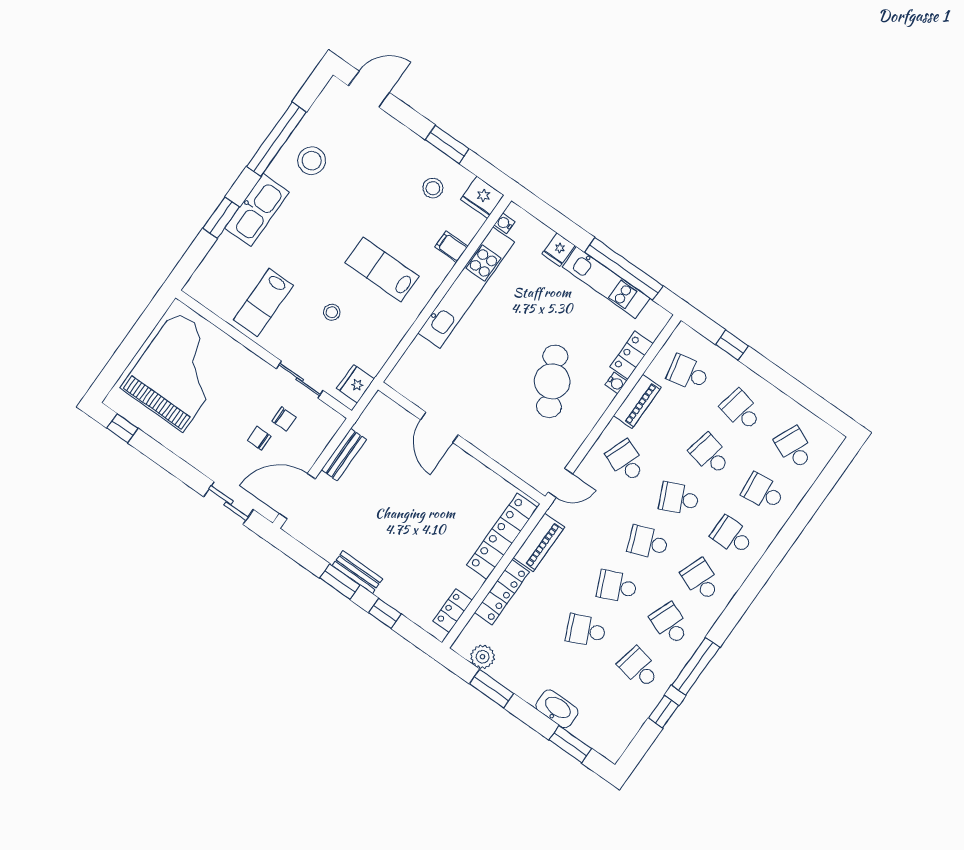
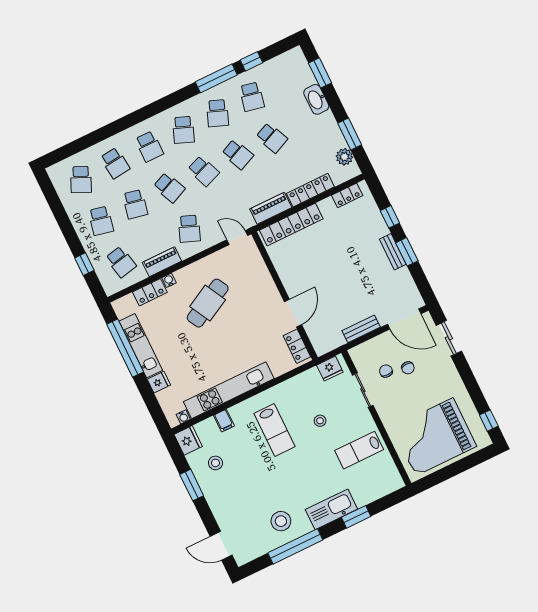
lab bench: (263, 303) -> (359, 450), turned 180
locker: (412, 389) -> (297, 346), added

